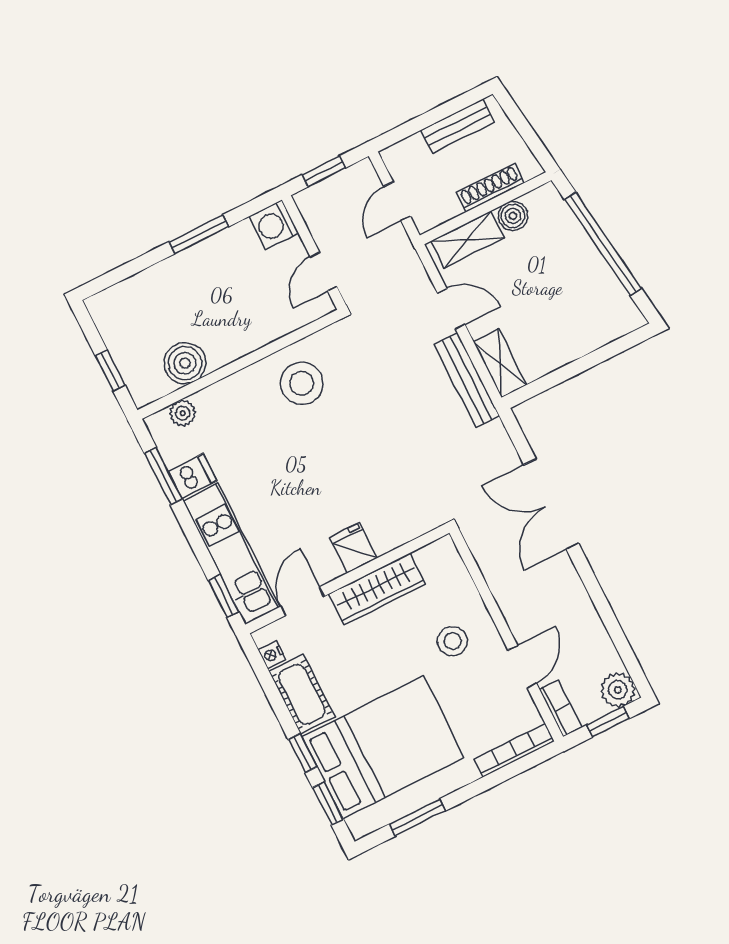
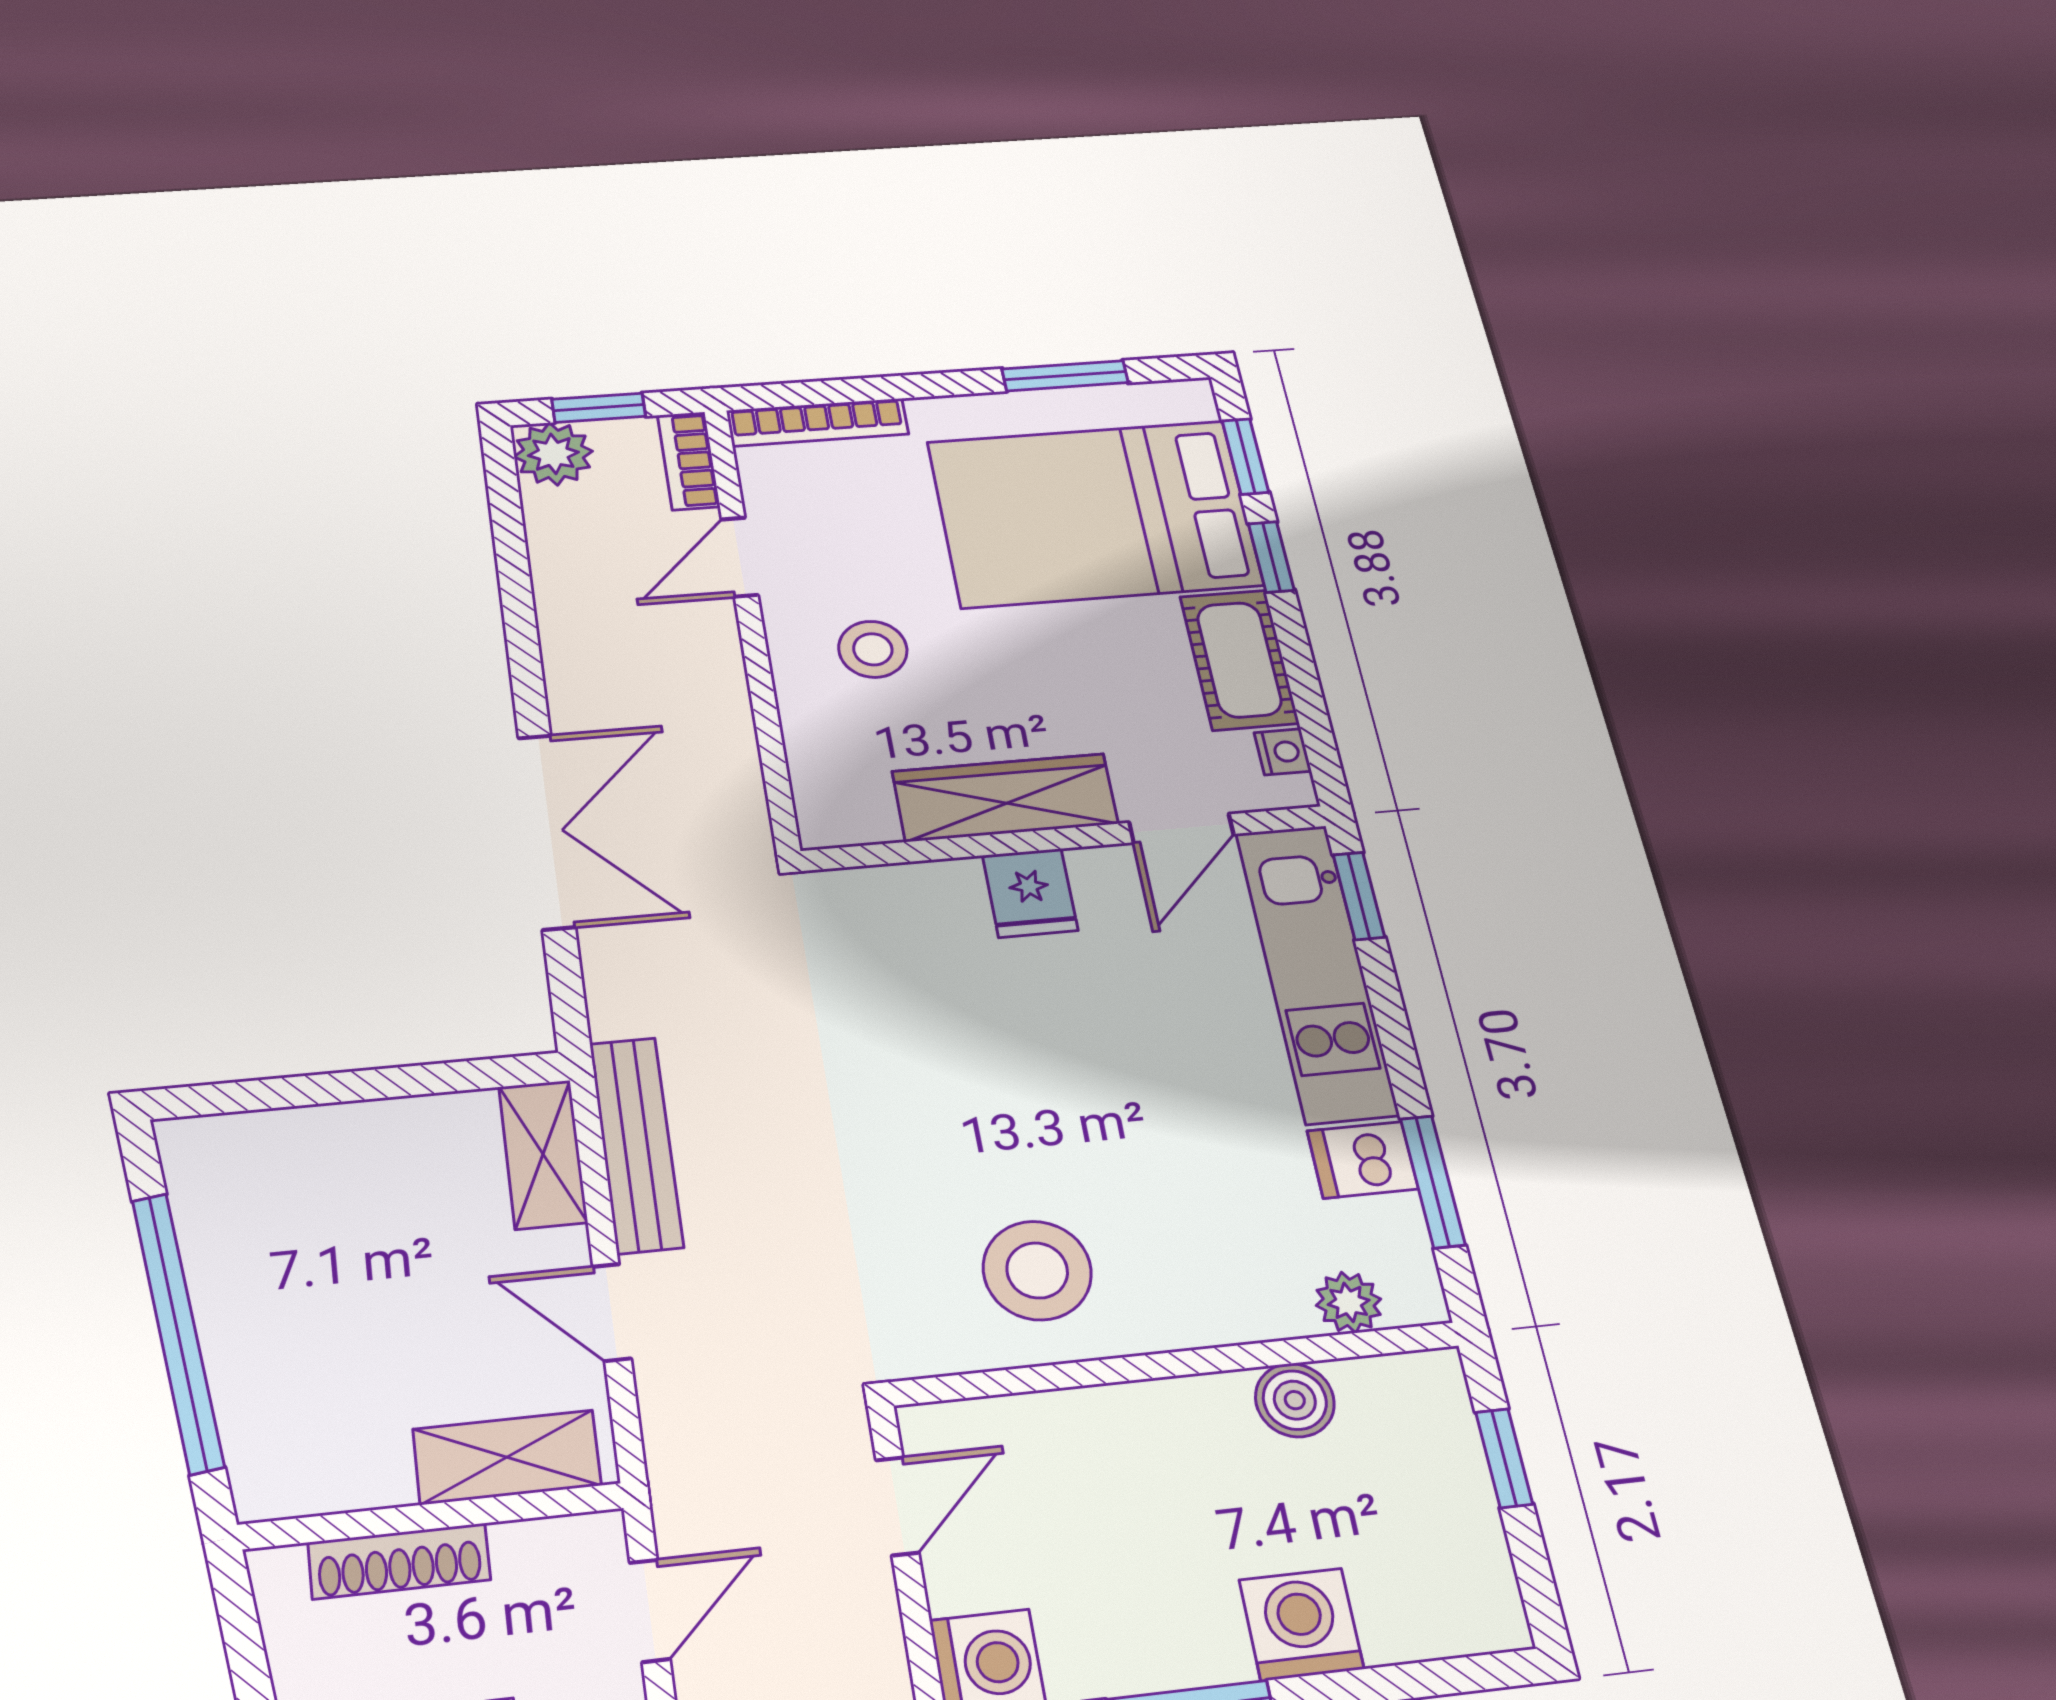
boiler: (513, 216) -> (371, 1474), removed
washing machine: (168, 279) -> (1301, 1624), added
boiler: (185, 363) -> (1295, 1400), width x0.73, depth x0.73

